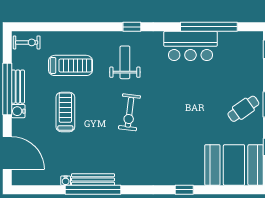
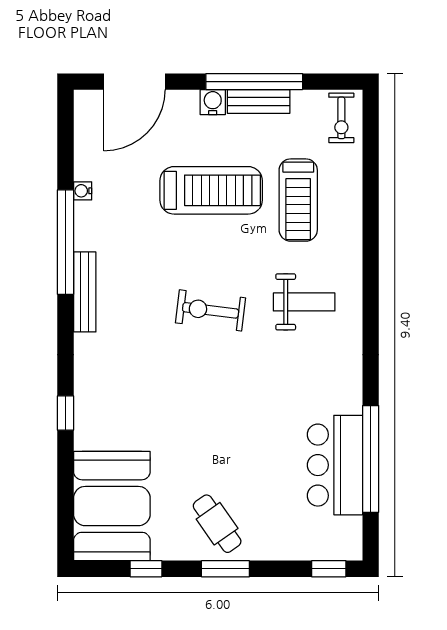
window: (132, 27) -> (371, 315), removed
bar counter: (190, 46) -> (335, 465), moved
treadmill: (65, 112) -> (211, 190), width x1.37, depth x1.38
bench: (93, 179) -> (85, 292), moved

